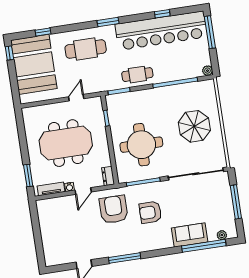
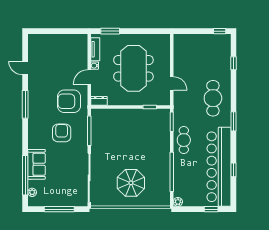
window: (210, 32) -> (211, 209), width x0.46
booth: (34, 64) -> (206, 51), removed
round table: (141, 145) -> (122, 134), removed
door: (83, 191) -> (89, 77), hinge flipped
armchair: (114, 209) -> (69, 101), turned 180

